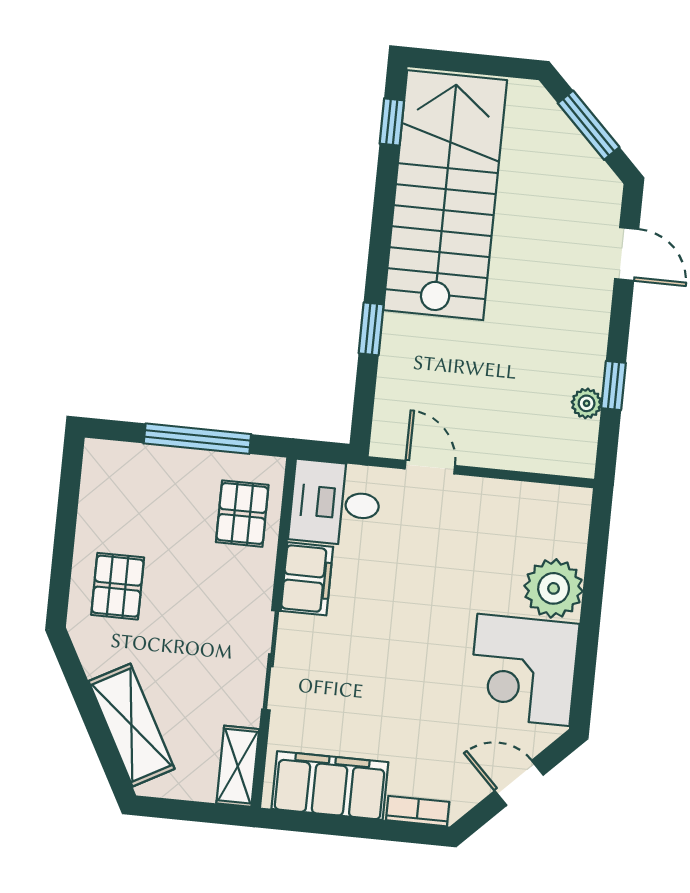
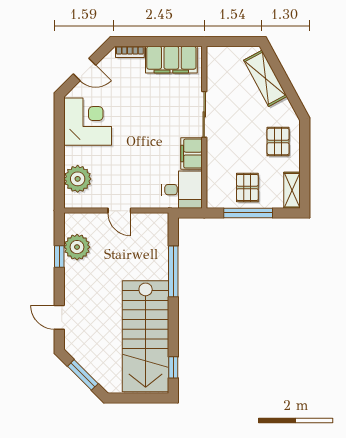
window: (371, 329) -> (173, 271), width x2.17
plant: (587, 403) -> (77, 247), width x1.88, depth x1.88
door: (430, 467) -> (119, 211), moved
pallet: (242, 514) -> (247, 187), moved
plant: (554, 588) -> (78, 179), moved
shelving: (238, 766) -> (292, 190), moved

